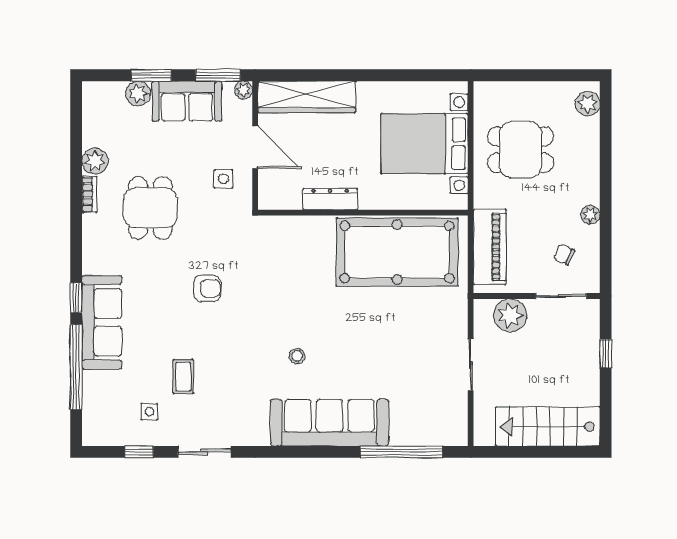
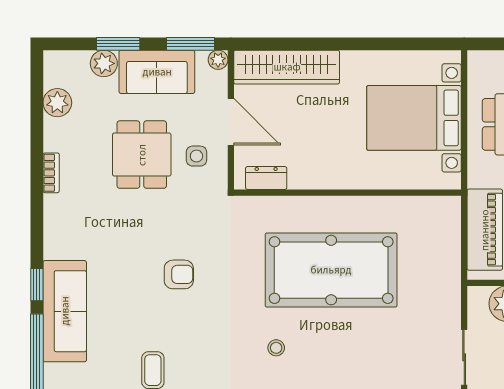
plant: (95, 161) -> (57, 103), moved
dresser: (330, 199) -> (266, 178), moved, width x0.70
dining table: (150, 208) -> (142, 155), moved
pool table: (397, 252) -> (331, 270), moved

